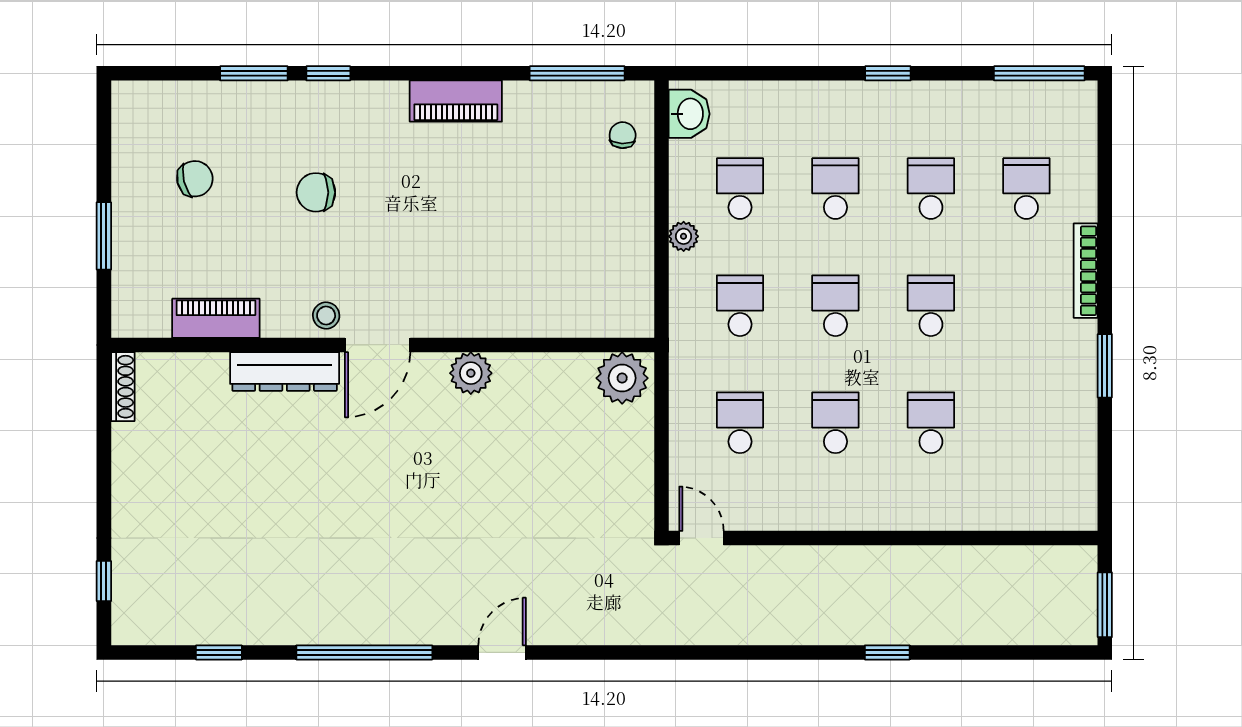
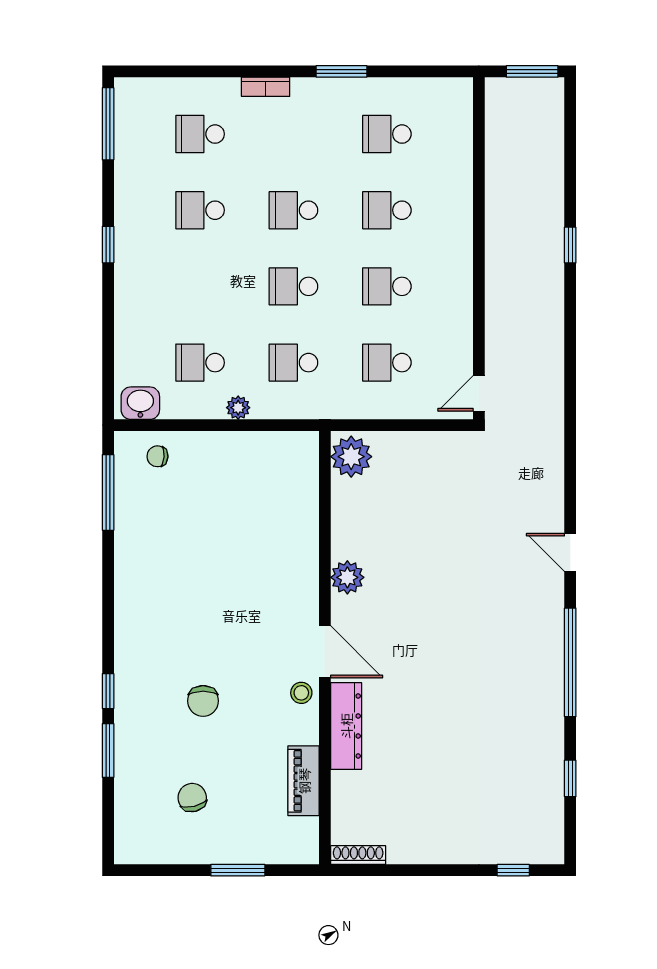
piano: (456, 101) -> (130, 589), removed
school desk: (835, 189) -> (387, 134), moved
bookcase: (1086, 271) -> (266, 87), width x0.64

